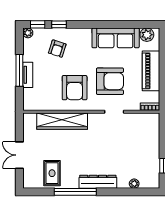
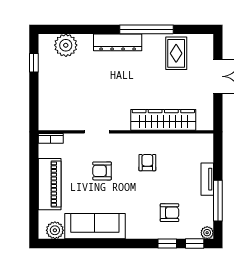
armchair: (57, 49) -> (170, 213), turned 72
window: (19, 70) -> (218, 201), moved
armchair: (110, 81) -> (102, 171), width x0.53, depth x0.53
armchair: (75, 88) -> (147, 163), width x0.53, depth x0.53
plant: (134, 184) -> (66, 45), width x1.88, depth x1.88

